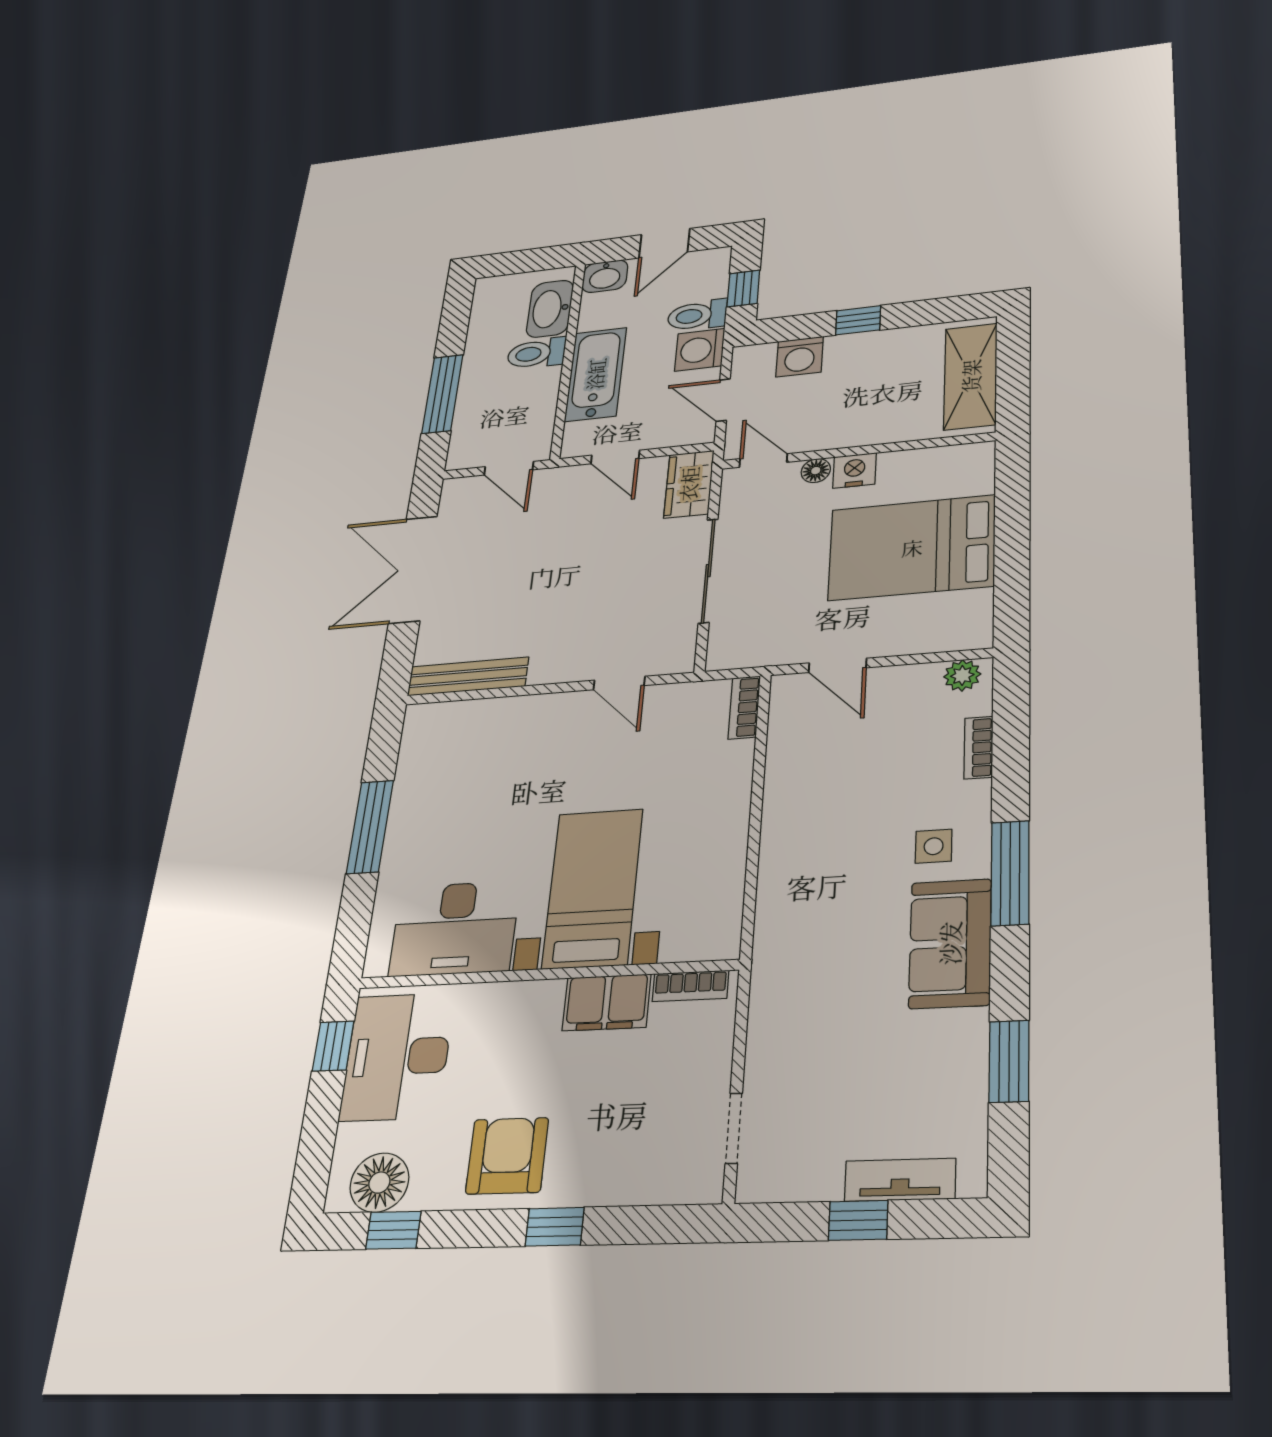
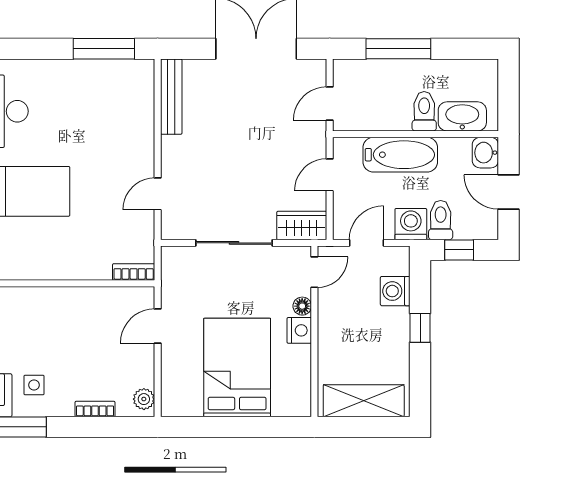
window: (370, 827) -> (104, 49), moved

